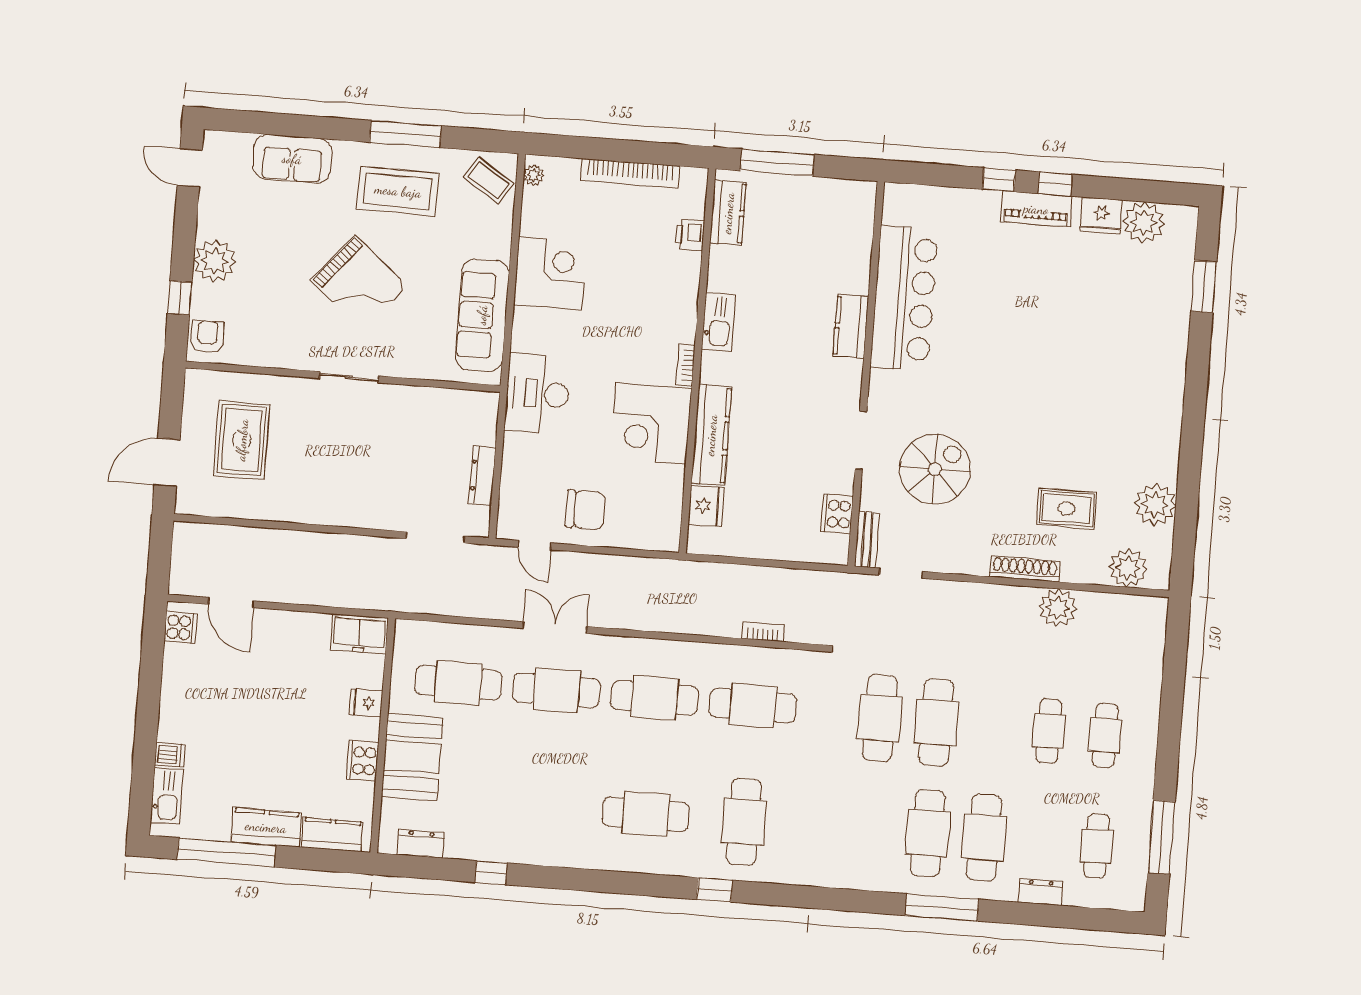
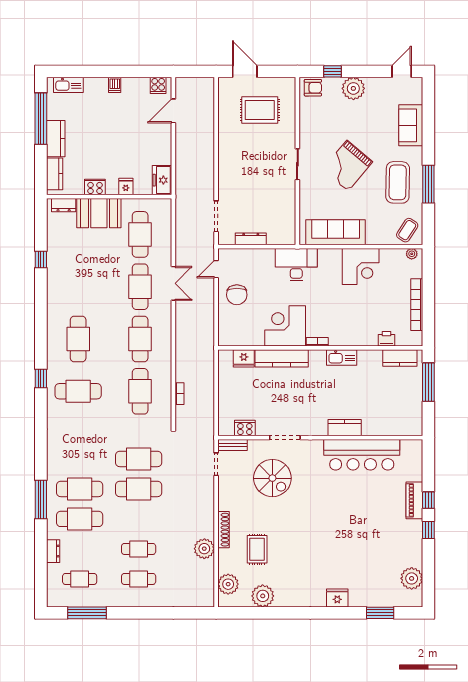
piano: (1036, 209) -> (414, 500), moved
fridge: (1101, 216) -> (337, 598), moved, turned 90
dishwasher: (170, 755) -> (115, 85), moved
dresser: (421, 844) -> (64, 205), moved, turned 90

